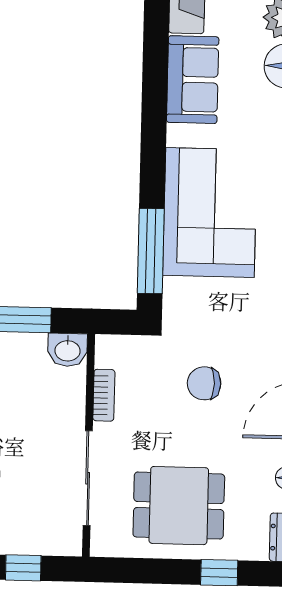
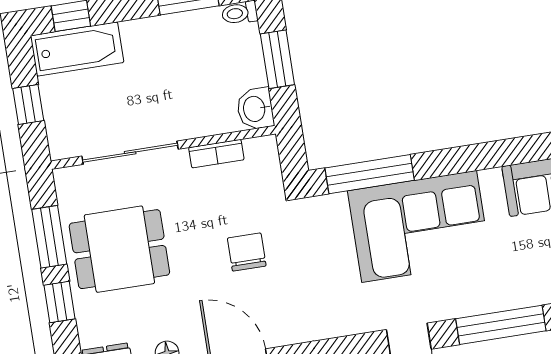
dining table: (179, 506) -> (119, 249), turned 90
window: (154, 571) -> (49, 237), added

